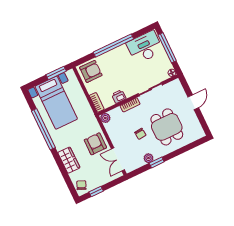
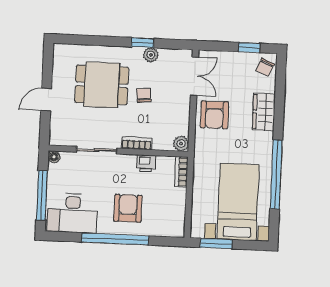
armchair: (91, 71) -> (128, 208), moved, turned 90
dining table: (167, 127) -> (102, 85), turned 90

